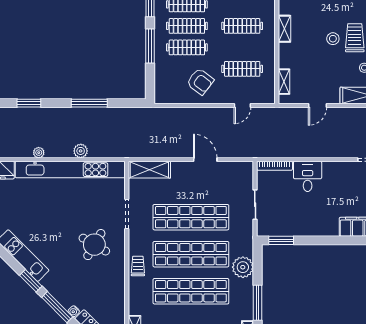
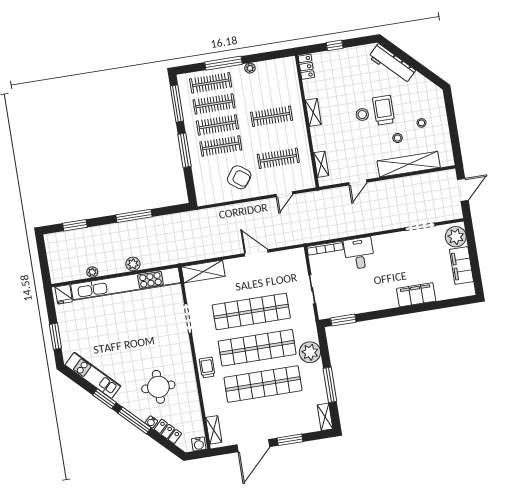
round table: (94, 245) -> (158, 387), moved, turned -30

